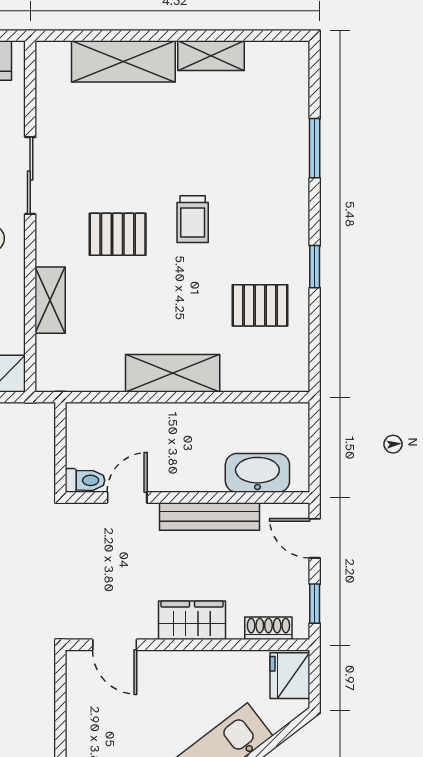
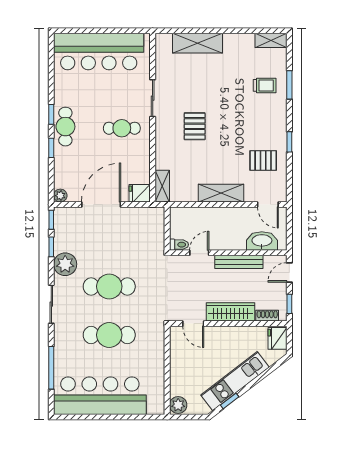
shelving: (211, 56) -> (271, 40), moved
trolley: (193, 219) -> (265, 85), moved, turned -90
pallet: (118, 234) -> (195, 126), turned 90
shelving: (50, 300) -> (162, 186), moved
door: (270, 397) -> (268, 205), added
door: (315, 538) -> (289, 272), hinge flipped
wardrobe: (192, 620) -> (230, 312), width x1.50

